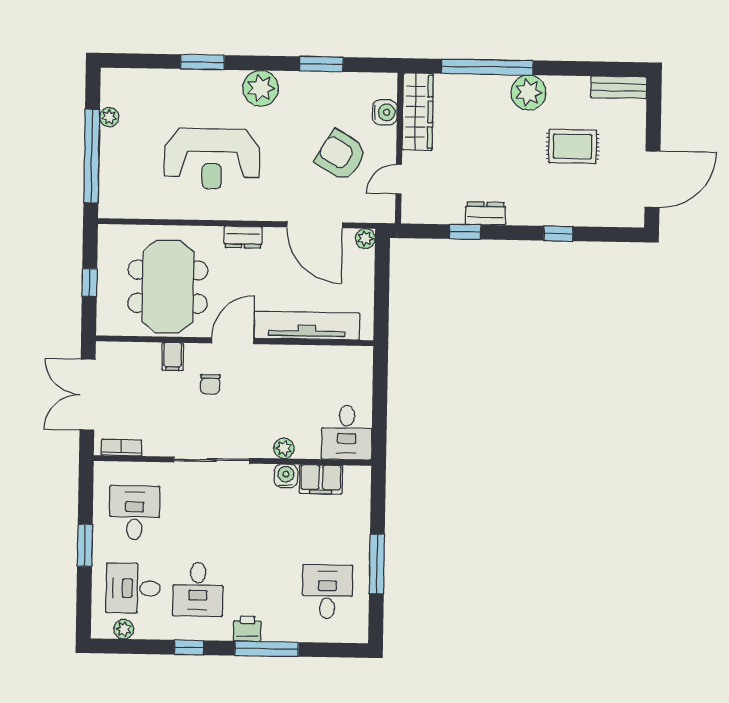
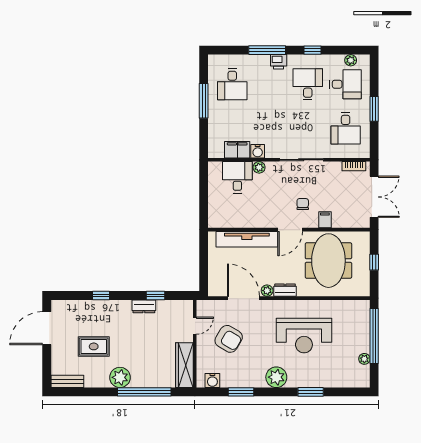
water cooler: (385, 112) -> (212, 380), moved, turned -90
reception desk: (212, 159) -> (304, 336), turned 180
plant: (365, 239) -> (267, 291), moved
desk: (347, 432) -> (237, 177), moved

